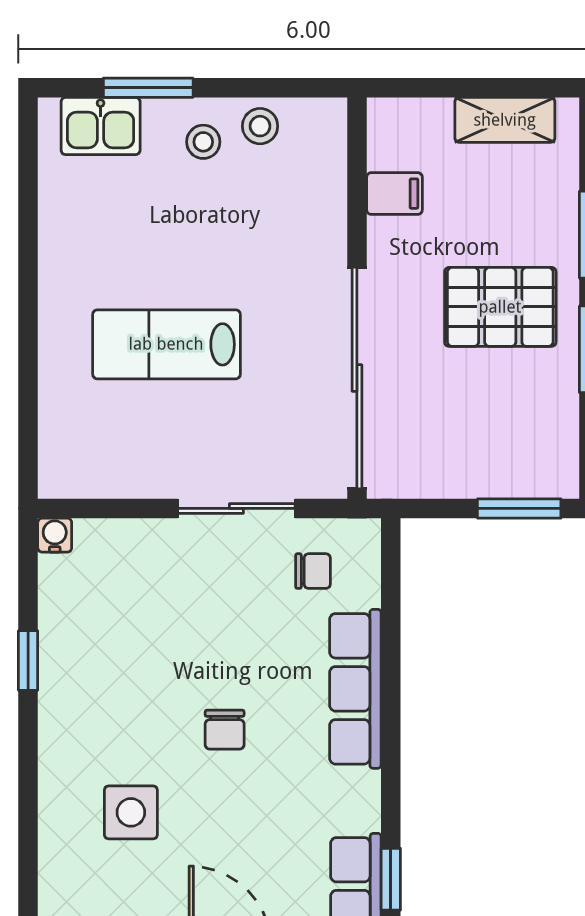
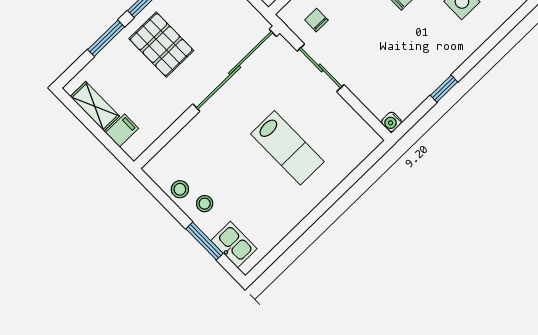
filing cabinet: (394, 194) -> (122, 131), moved, turned 90

